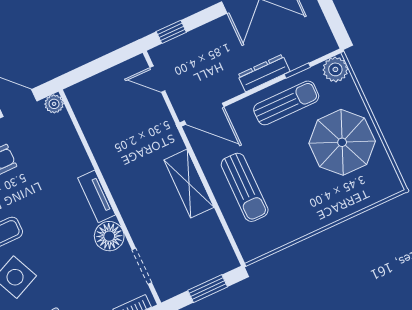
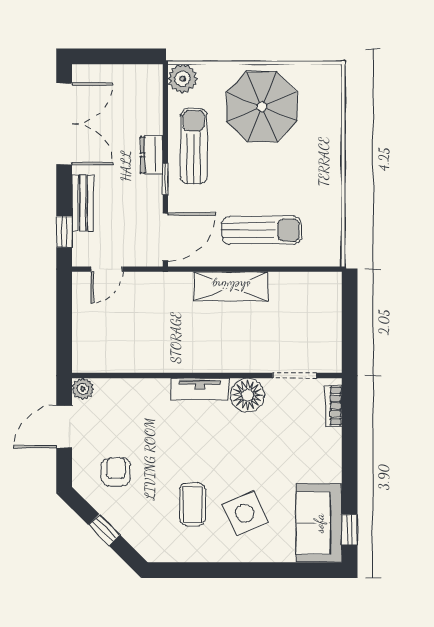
bench: (201, 36) -> (83, 203), added
window: (297, 71) -> (165, 179), moved
dresser: (264, 73) -> (152, 155), width x0.70
window: (208, 289) -> (350, 318), removed

